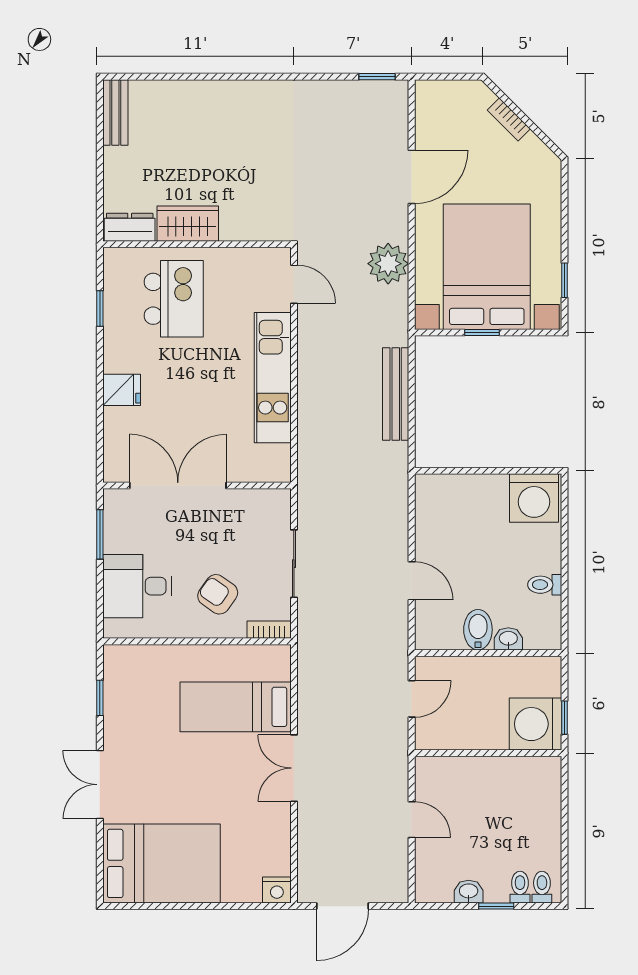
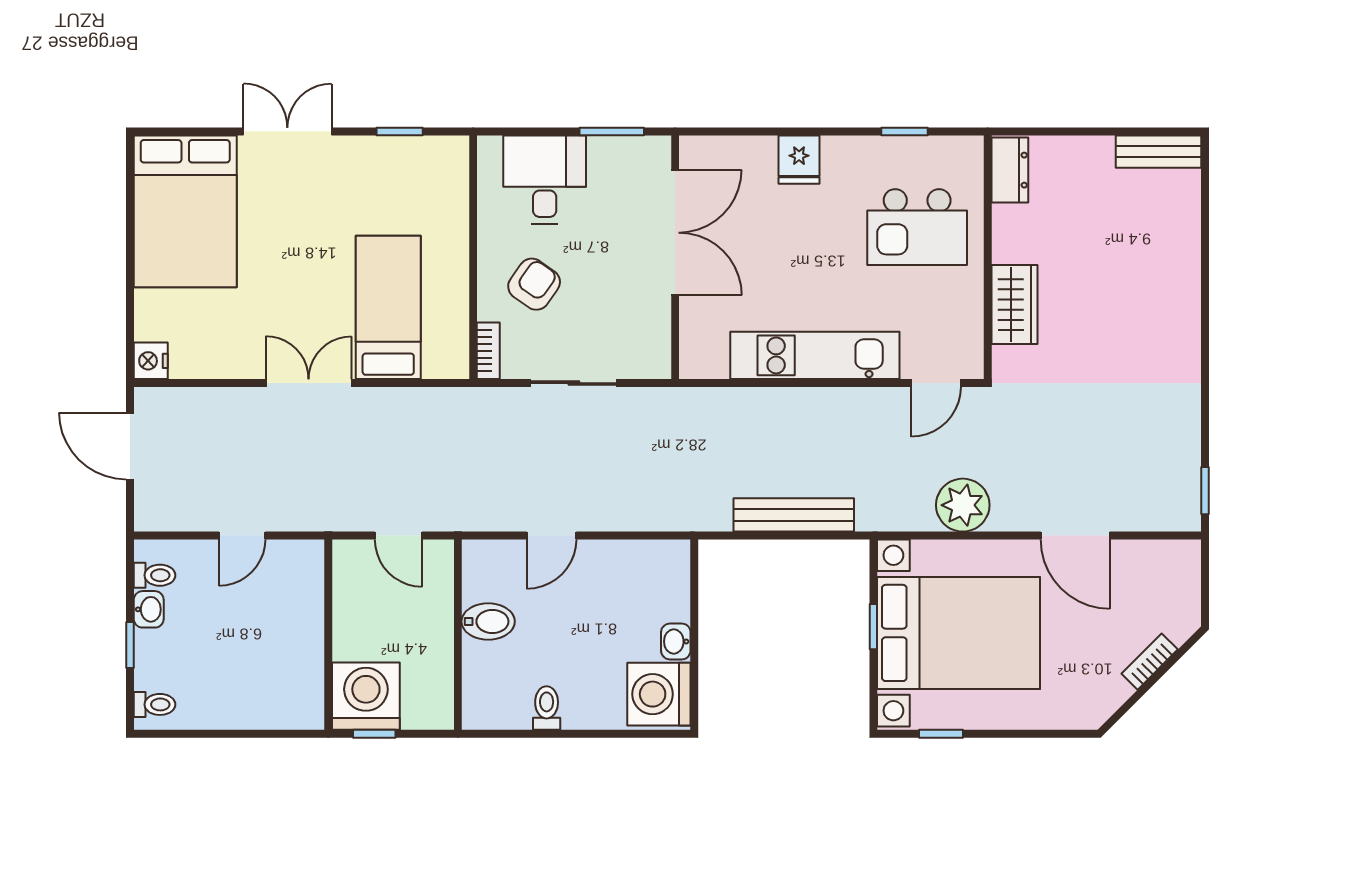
wardrobe: (188, 224) -> (1015, 304), moved
washbasin: (508, 639) -> (676, 641), moved, turned 180
toilet: (520, 887) -> (155, 575), moved

